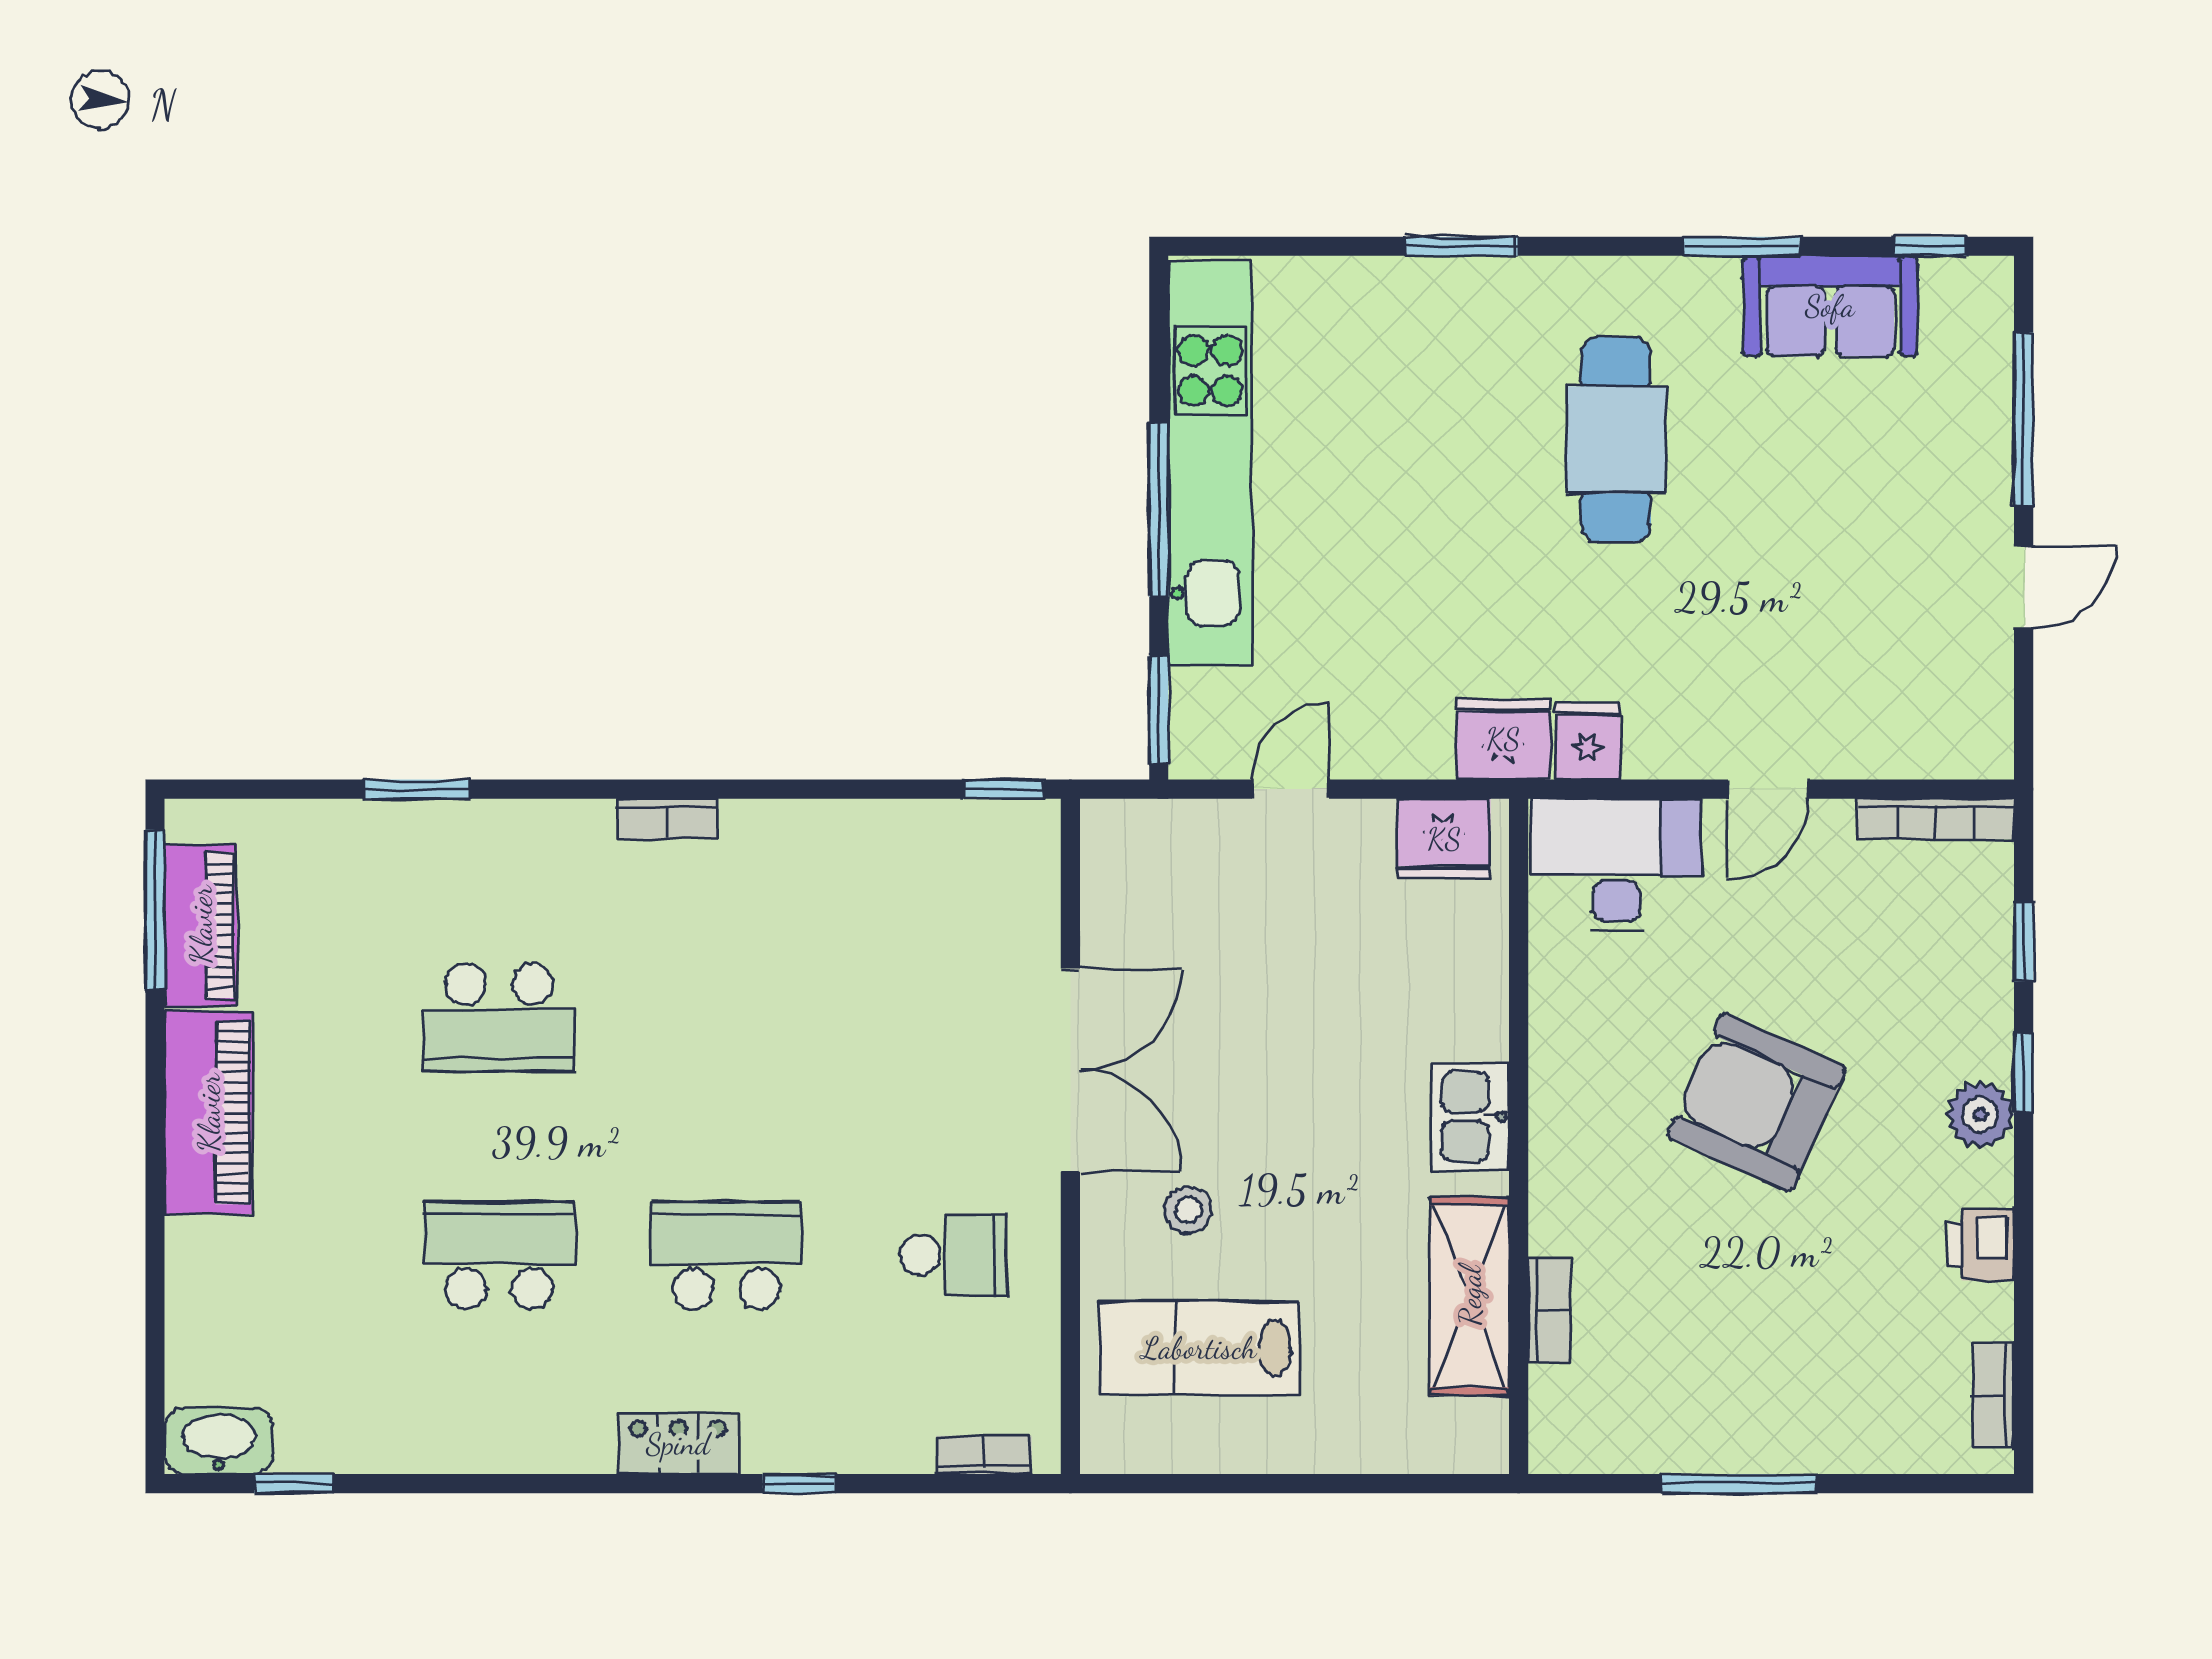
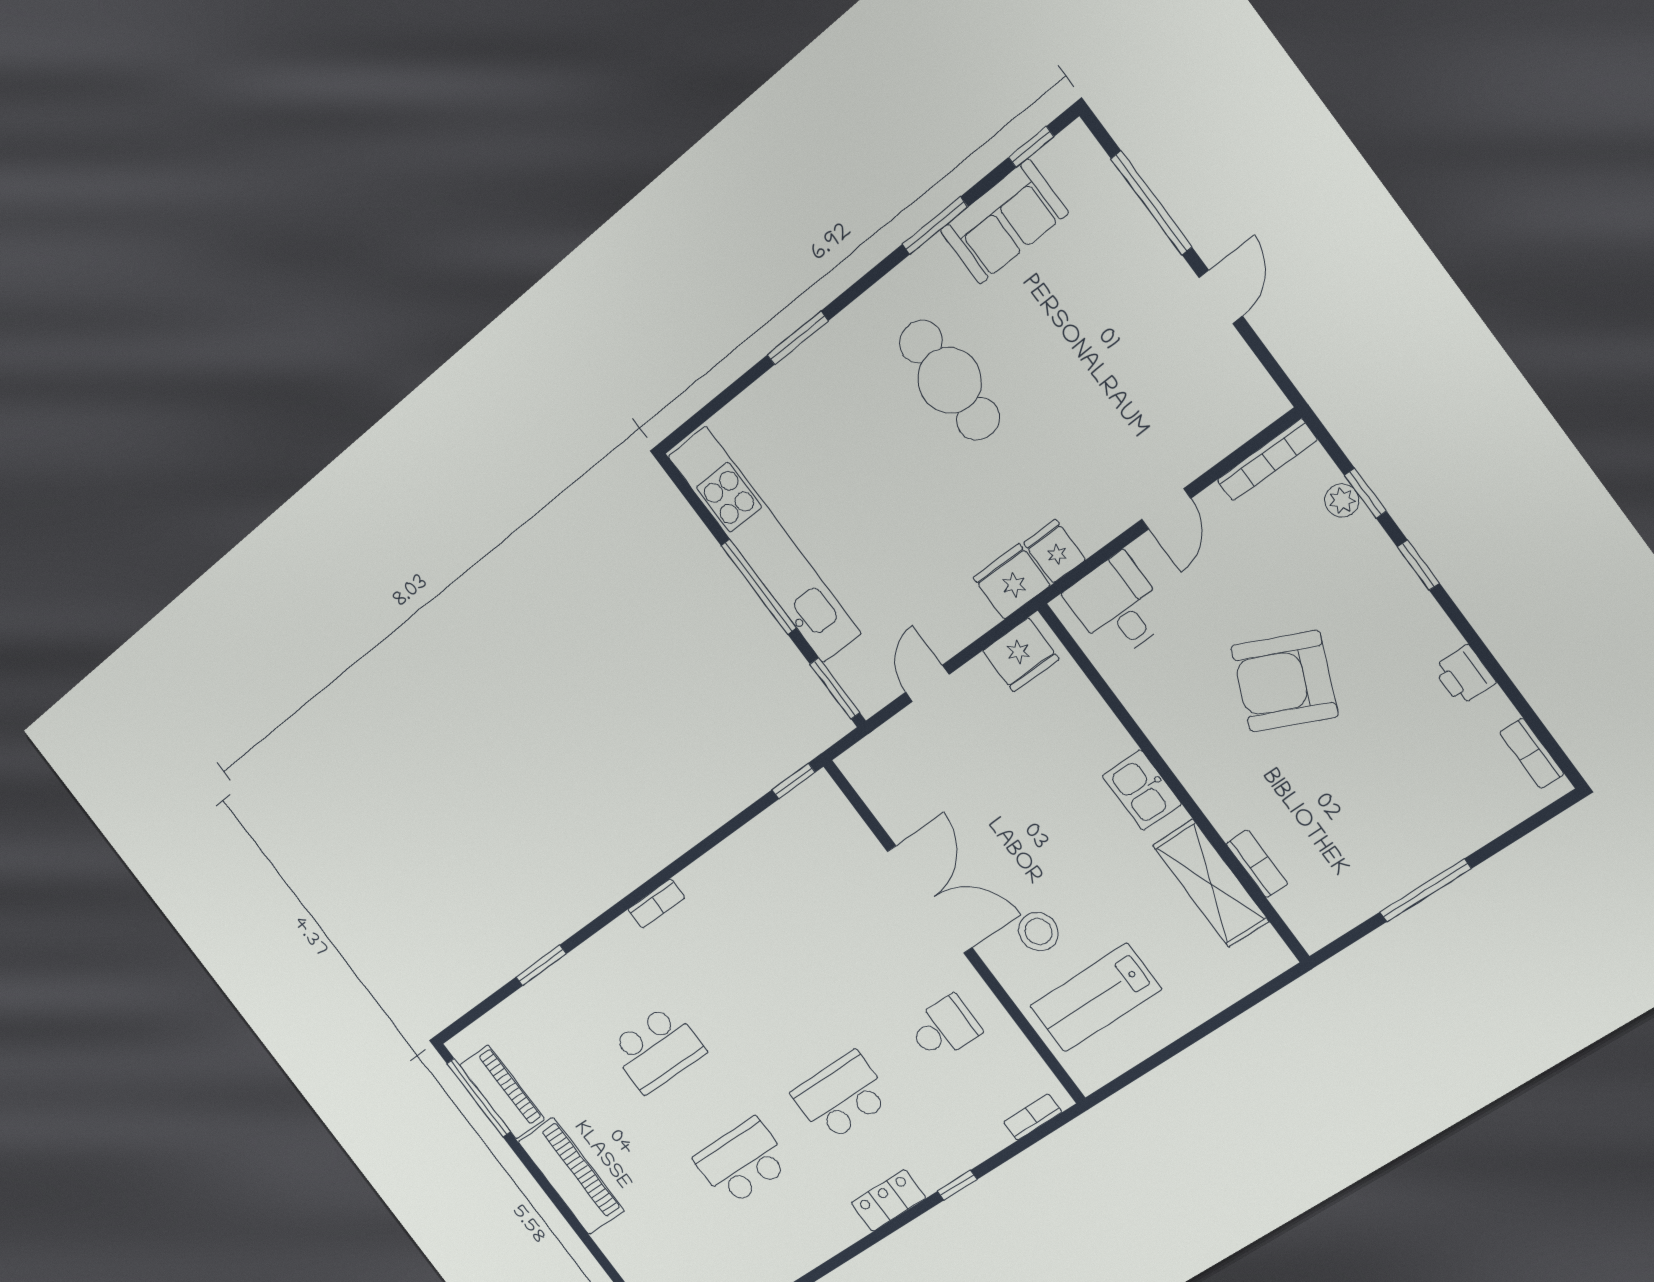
desk: (1616, 865) -> (1118, 606), width x0.73
plant: (1980, 1114) -> (1342, 500), moved, width x0.73, depth x0.73
stool: (1188, 1210) -> (1038, 932), width x1.37, depth x1.37

